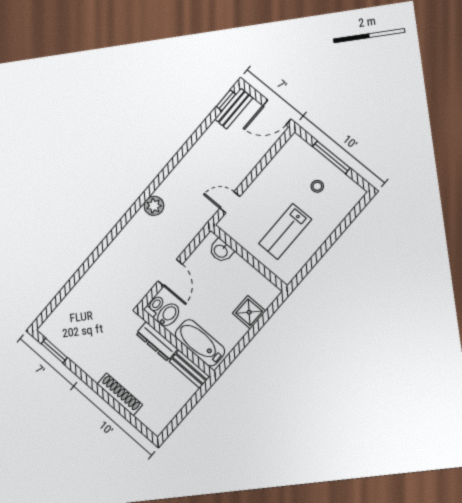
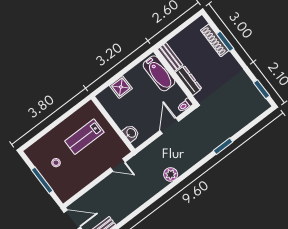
lab bench: (285, 231) -> (84, 137), turned 180
window: (90, 261) -> (223, 146), added
bidet: (168, 315) -> (177, 97), removed
shoe rack: (120, 394) -> (215, 40), moved
window: (118, 407) -> (225, 41), added

